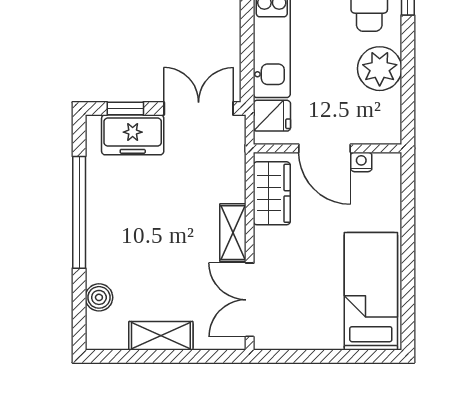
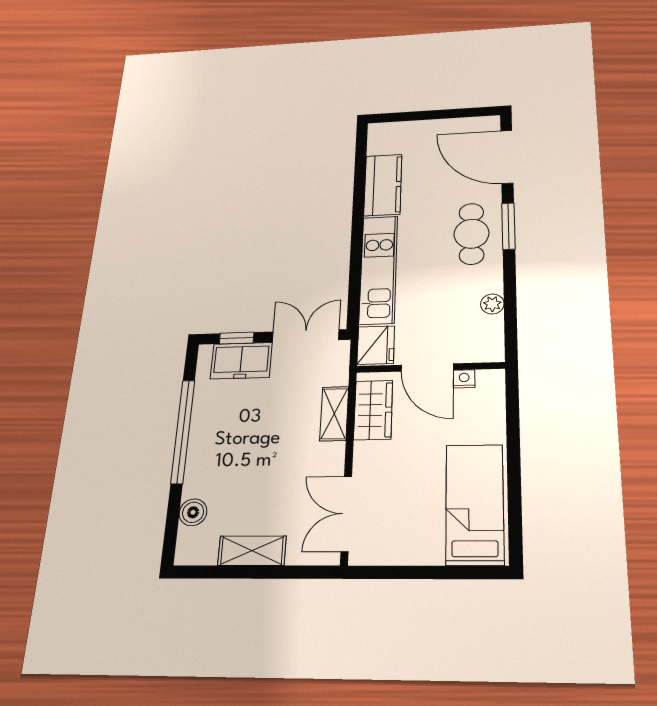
plant: (380, 69) -> (492, 304), width x0.53, depth x0.53
fridge: (272, 116) -> (376, 345), width x1.38
shelving: (233, 233) -> (334, 414), moved

